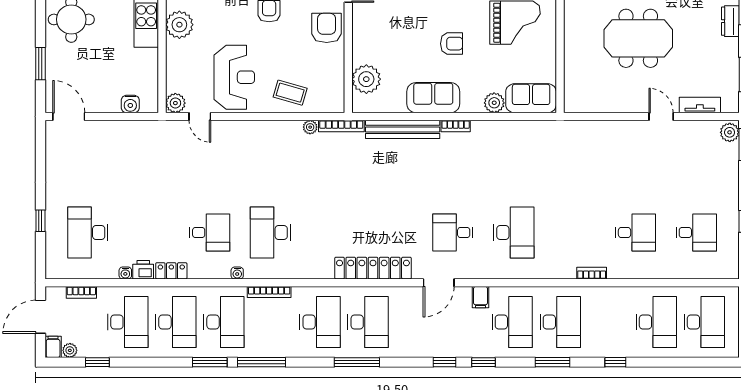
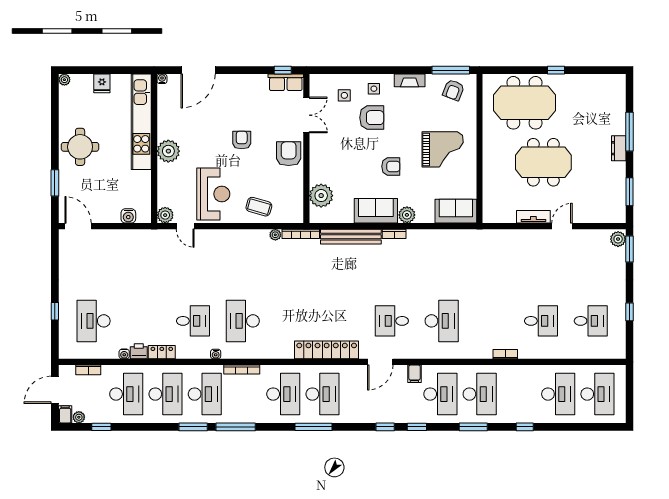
plant: (494, 103) -> (407, 215), moved
tv unit: (700, 105) -> (533, 217), moved
door: (661, 117) -> (562, 226), hinge flipped

